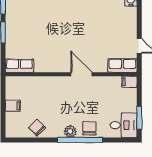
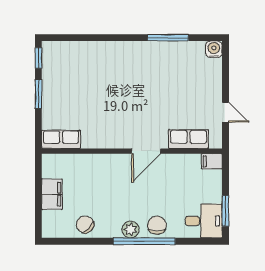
row of seats: (122, 65) -> (189, 139), moved
door: (82, 74) -> (146, 151), swing flipped
filing cabinet: (13, 106) -> (52, 194), width x2.00

